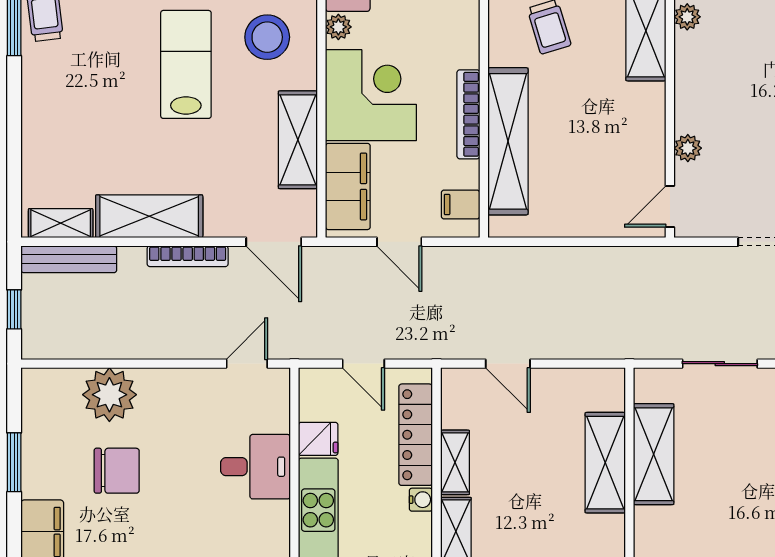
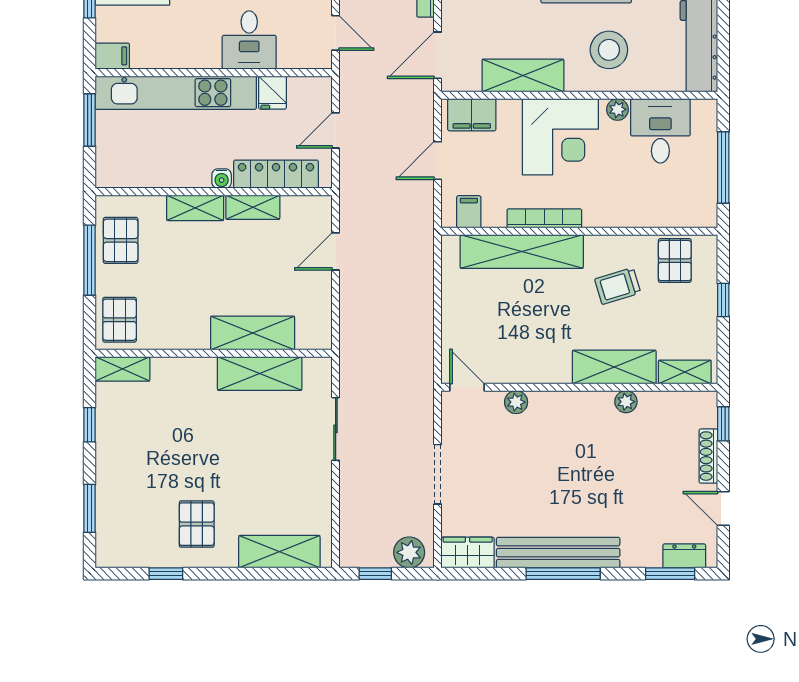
filing cabinet: (348, 186) -> (472, 115), width x0.67, depth x0.86

